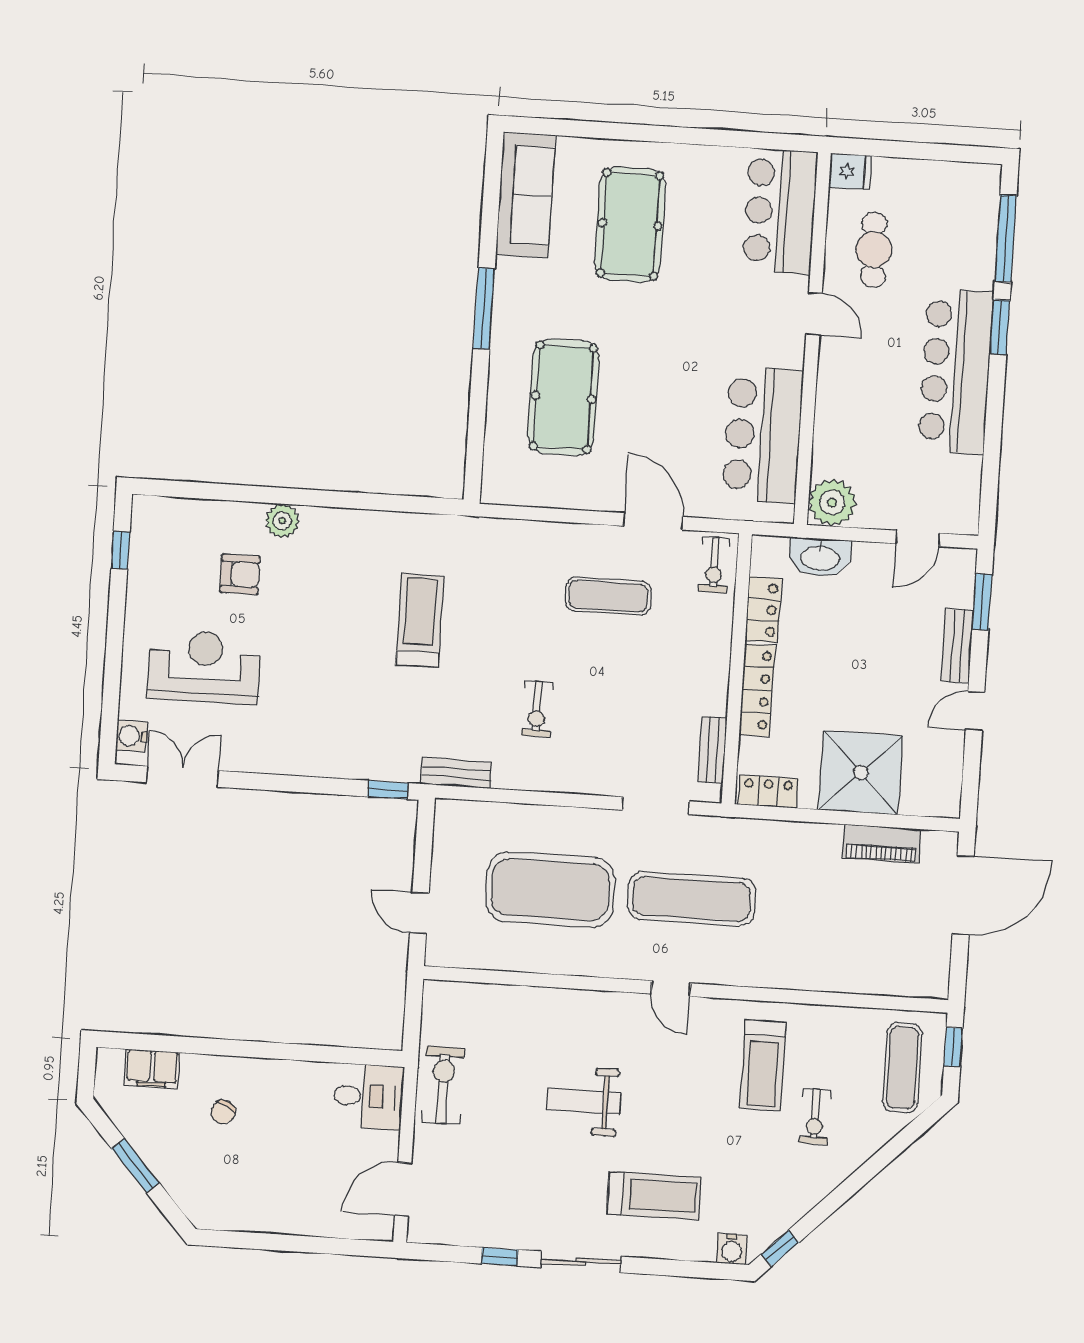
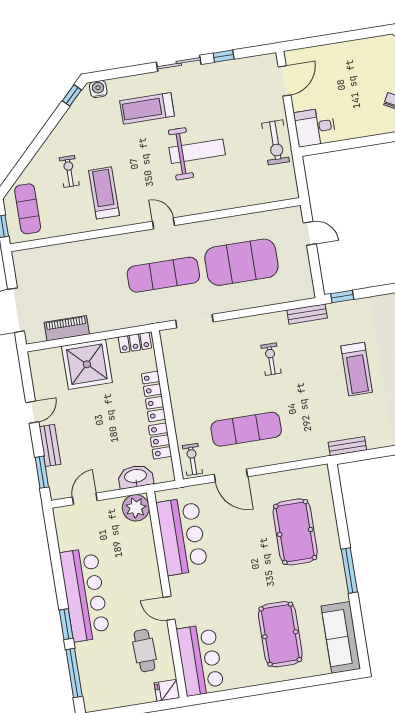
exercise mat: (608, 596) -> (246, 429), width x1.36, depth x1.45
treadmill: (420, 621) -> (357, 369), moved
bench: (713, 750) -> (347, 446), moved, turned 90
weight bench: (584, 1101) -> (197, 151), width x1.36, depth x1.33

